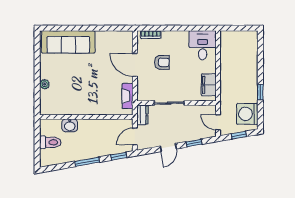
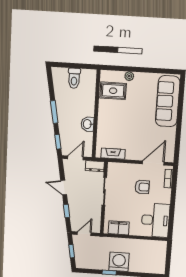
desk: (203, 45) -> (155, 220), width x1.37
armchair: (162, 62) -> (142, 187), turned -90
door: (135, 65) -> (153, 163), moved
rug: (61, 100) -> (113, 91), added
washing machine: (247, 114) -> (119, 262), moved
washbasin: (70, 125) -> (88, 124), moved
door: (135, 136) -> (75, 158), hinge flipped

